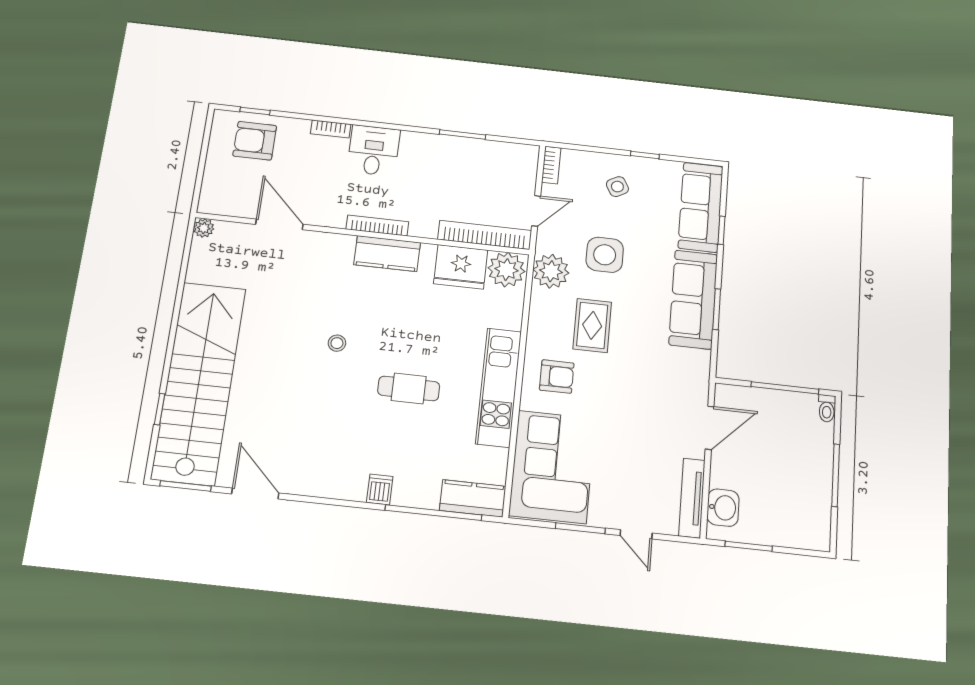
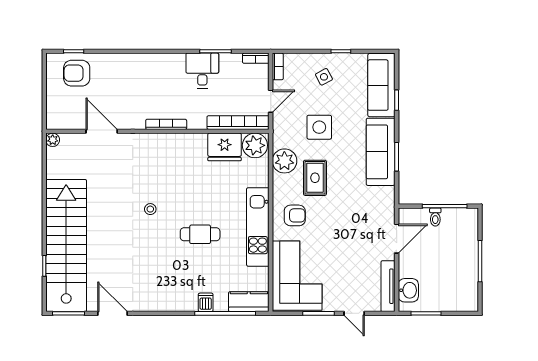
bookcase: (331, 129) -> (256, 58), moved
desk: (374, 150) -> (202, 70), moved
kitchen counter: (387, 254) -> (175, 143), removed
plant: (551, 271) -> (284, 161), moved
toilet: (827, 408) -> (435, 217), moved
dishwasher: (380, 489) -> (206, 302), moved

